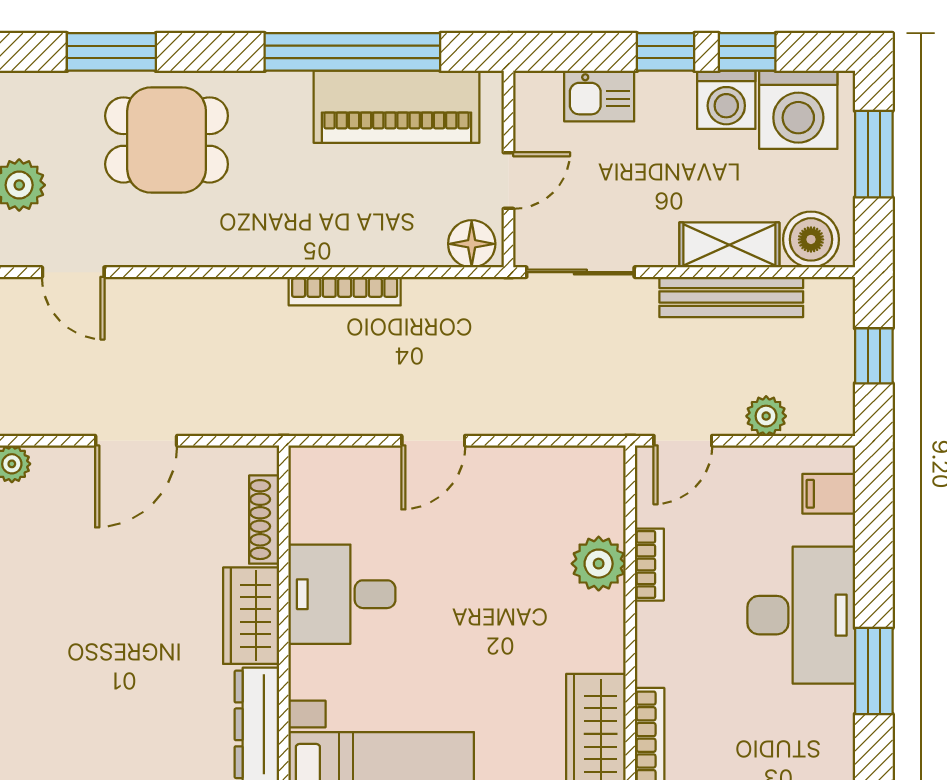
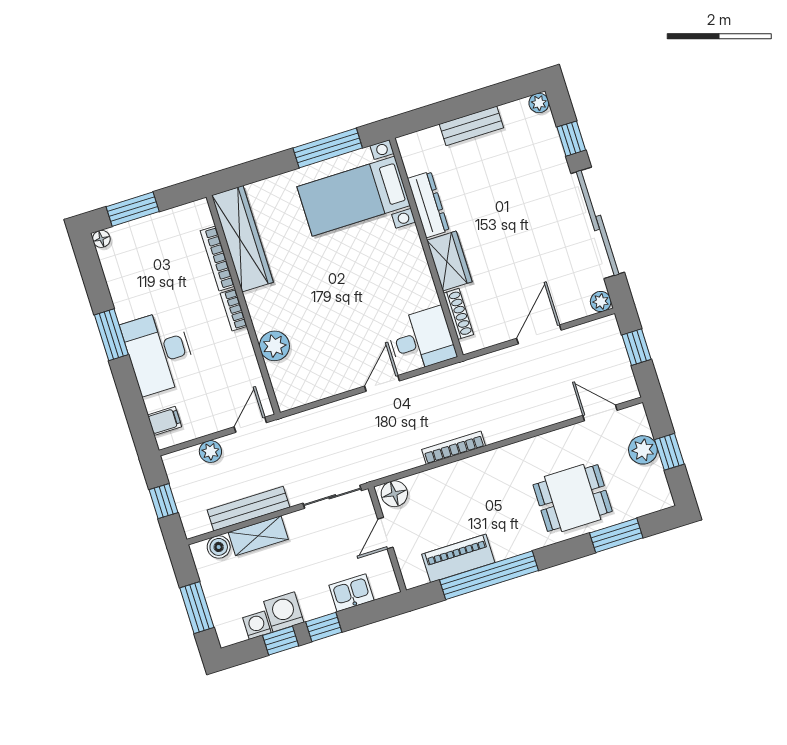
piano: (396, 107) -> (458, 558), width x0.73, depth x0.75
washing machine: (798, 110) -> (257, 625), width x0.53, depth x0.53
boiler: (811, 239) -> (219, 547), width x0.73, depth x0.73
bookcase: (649, 565) -> (234, 310), moved
desk: (342, 594) -> (421, 340), moved

